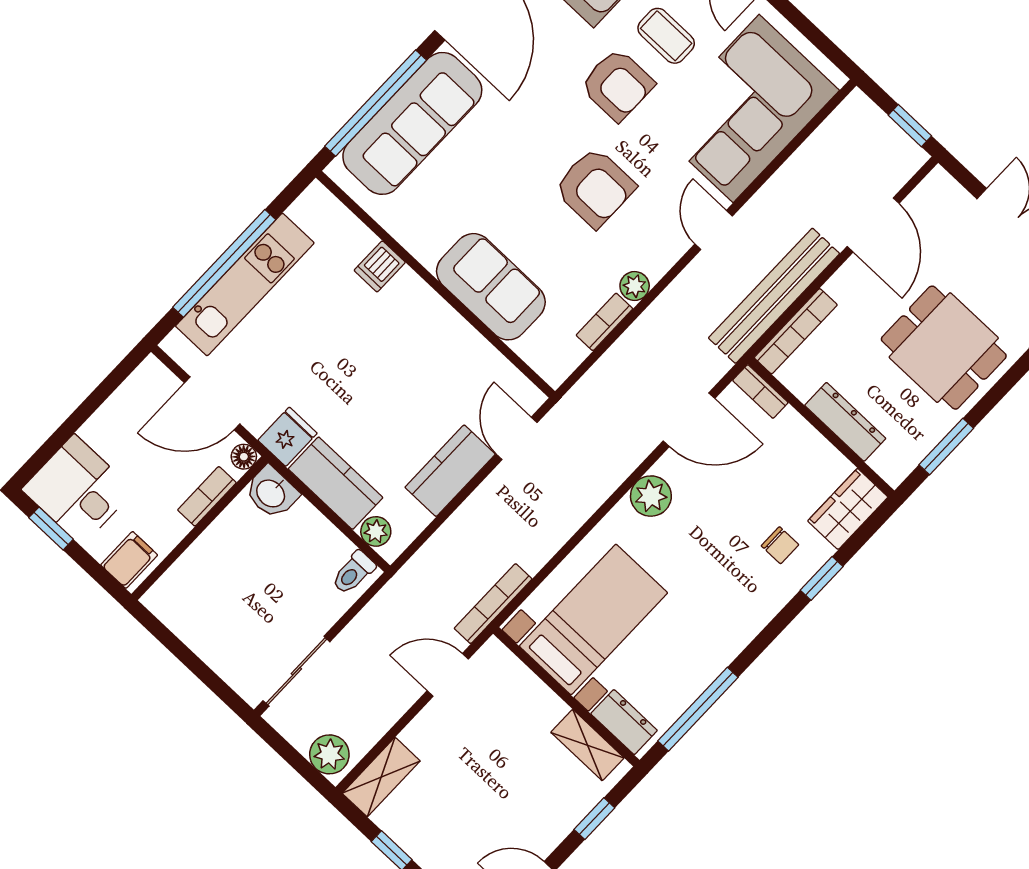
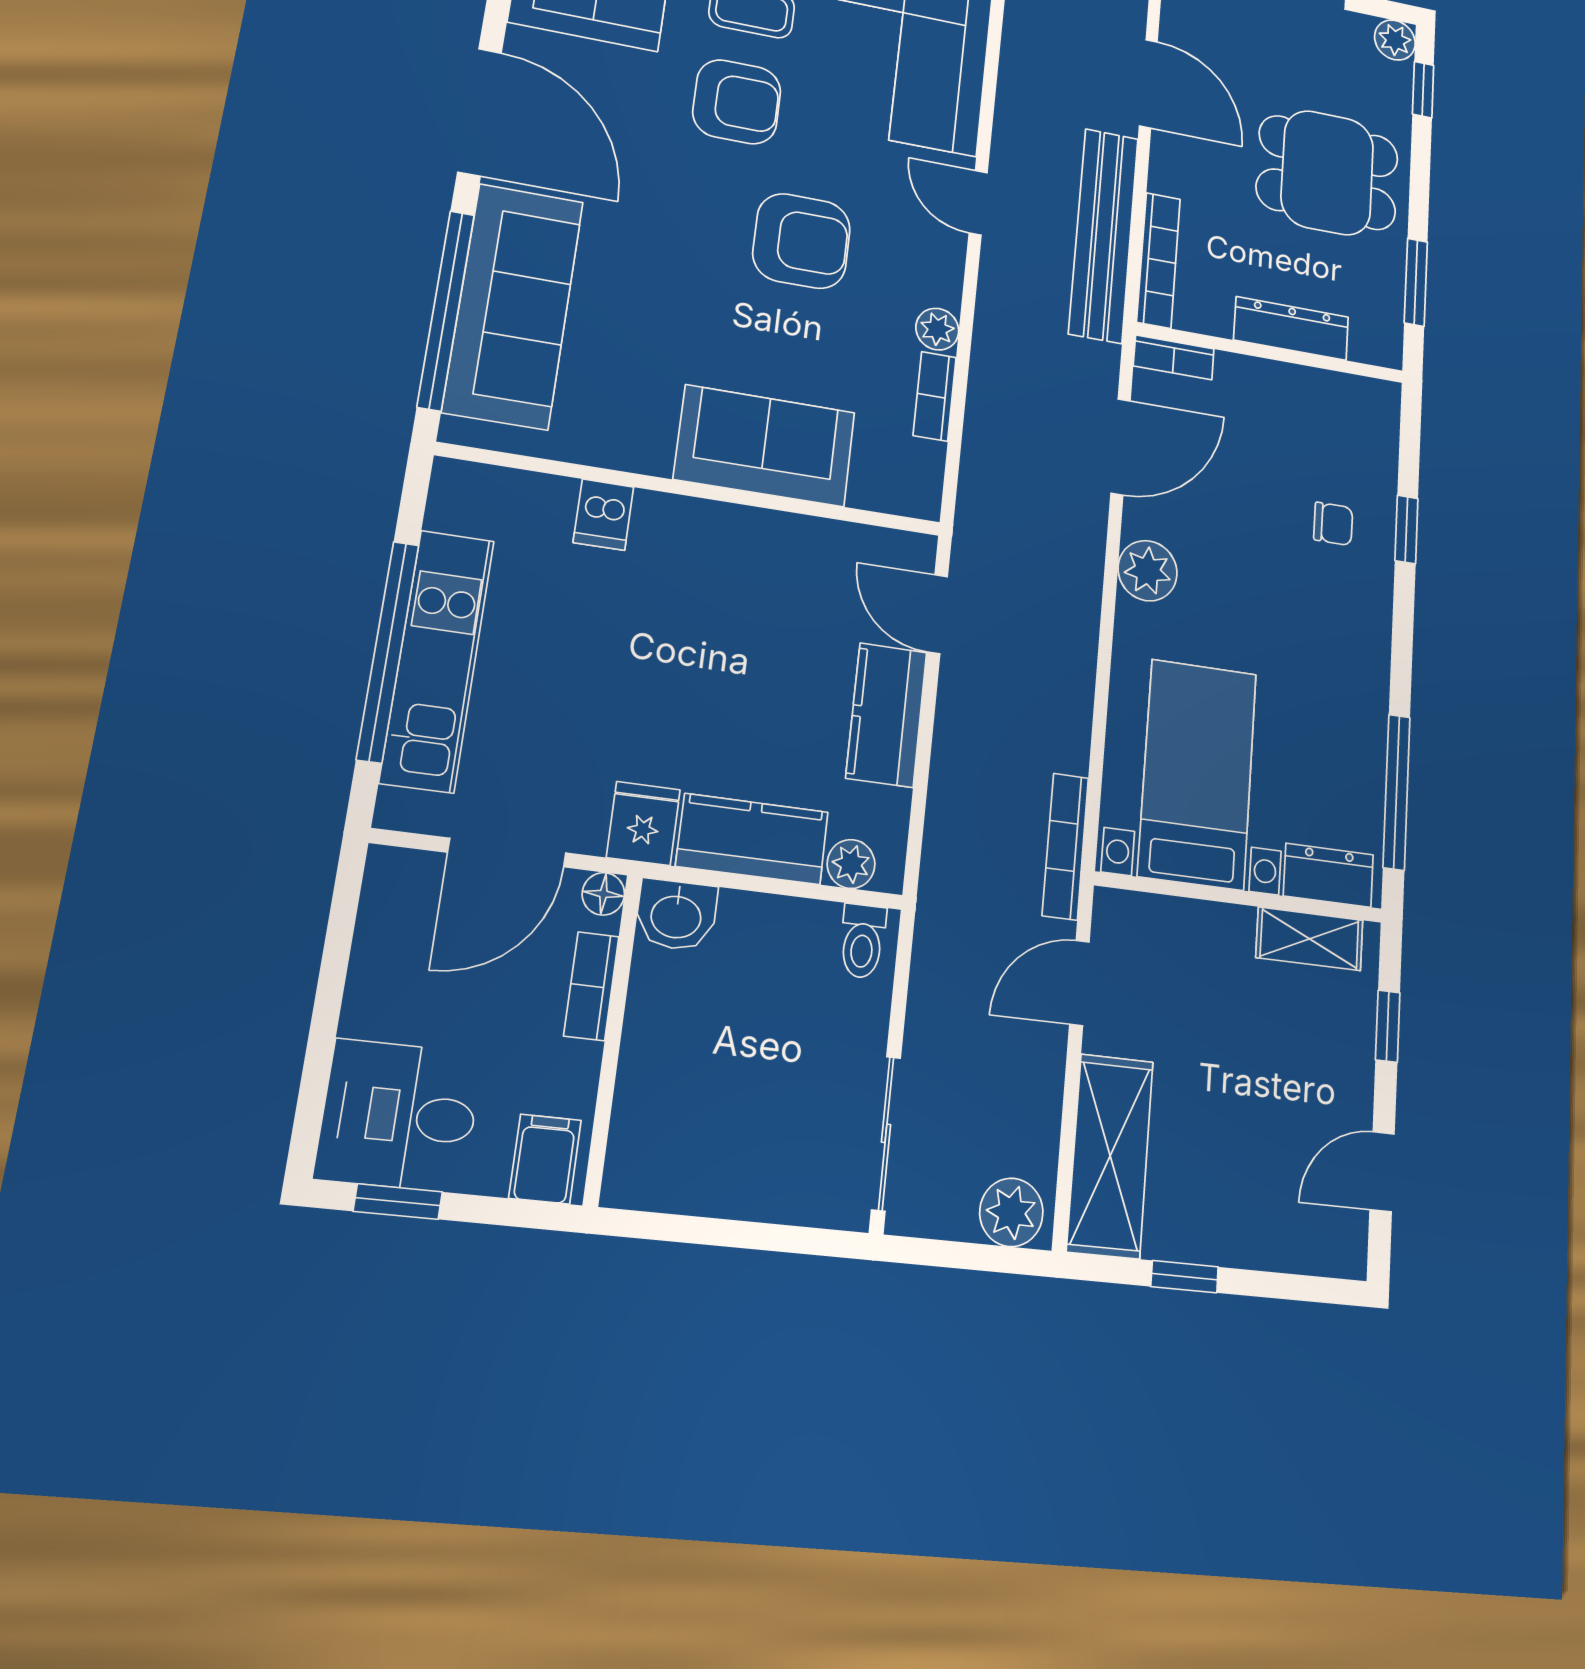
wardrobe: (848, 509) -> (1371, 427), removed
shelving: (381, 777) -> (1110, 1156), width x1.50, depth x1.33

